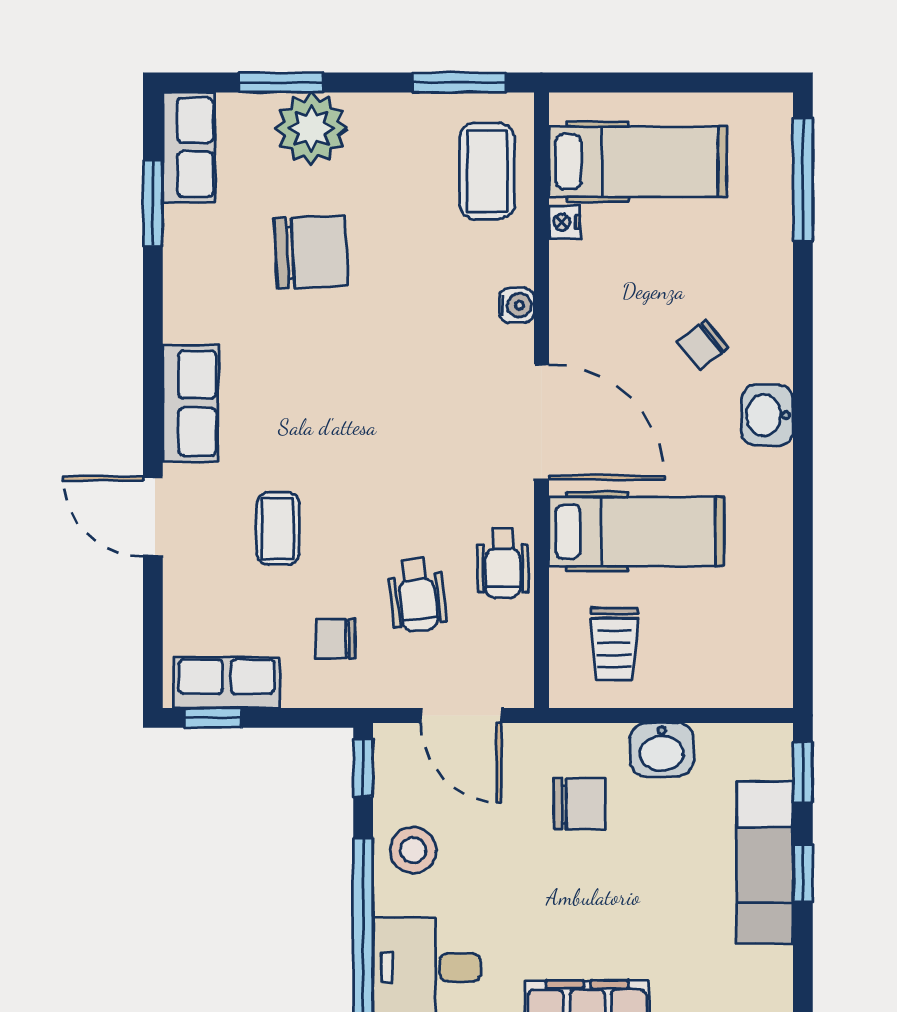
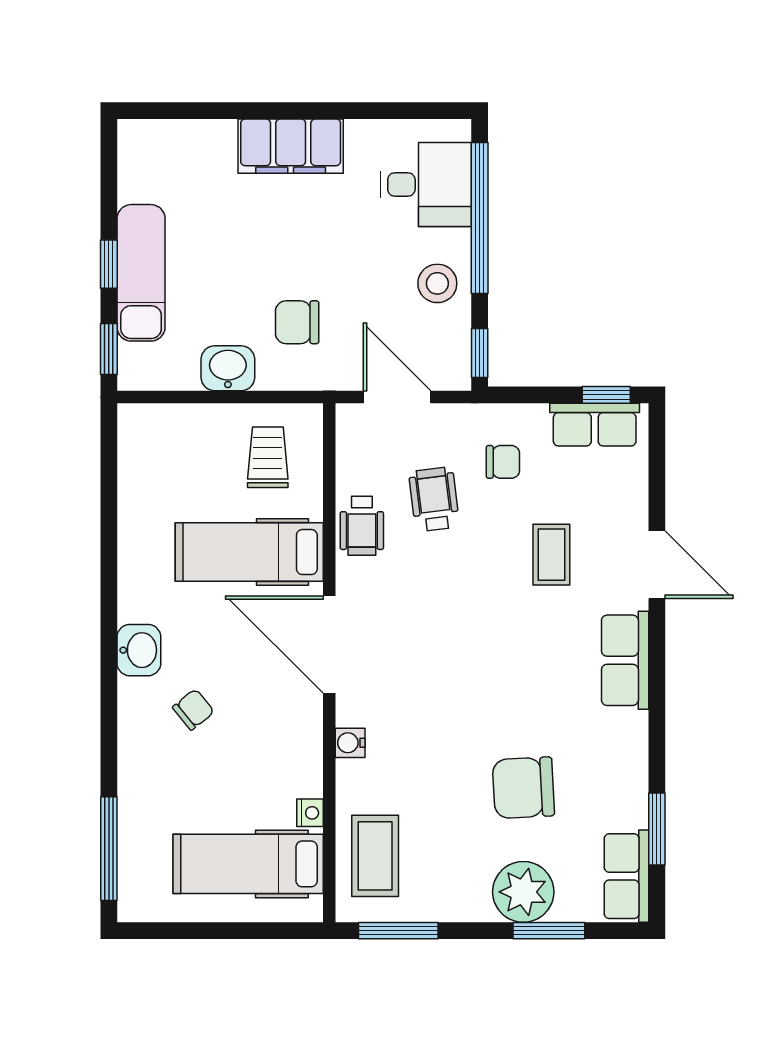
wheelchair: (503, 563) -> (362, 526), turned 180

